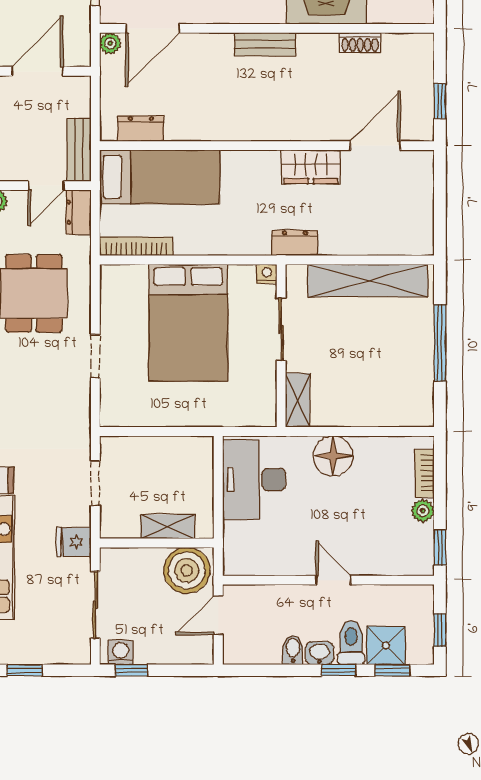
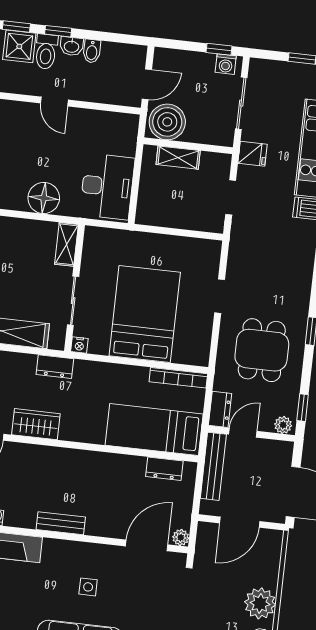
bench: (79, 150) -> (213, 466), width x1.36

